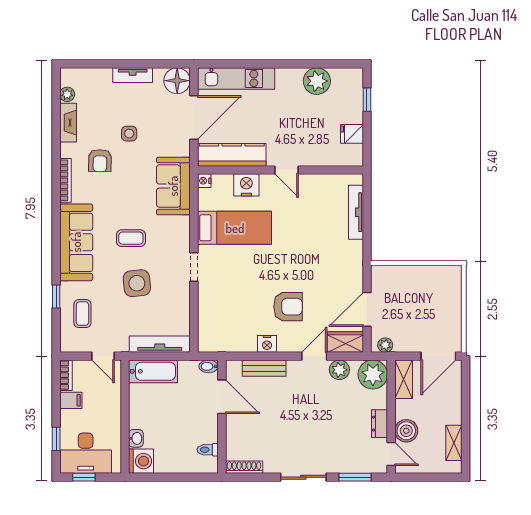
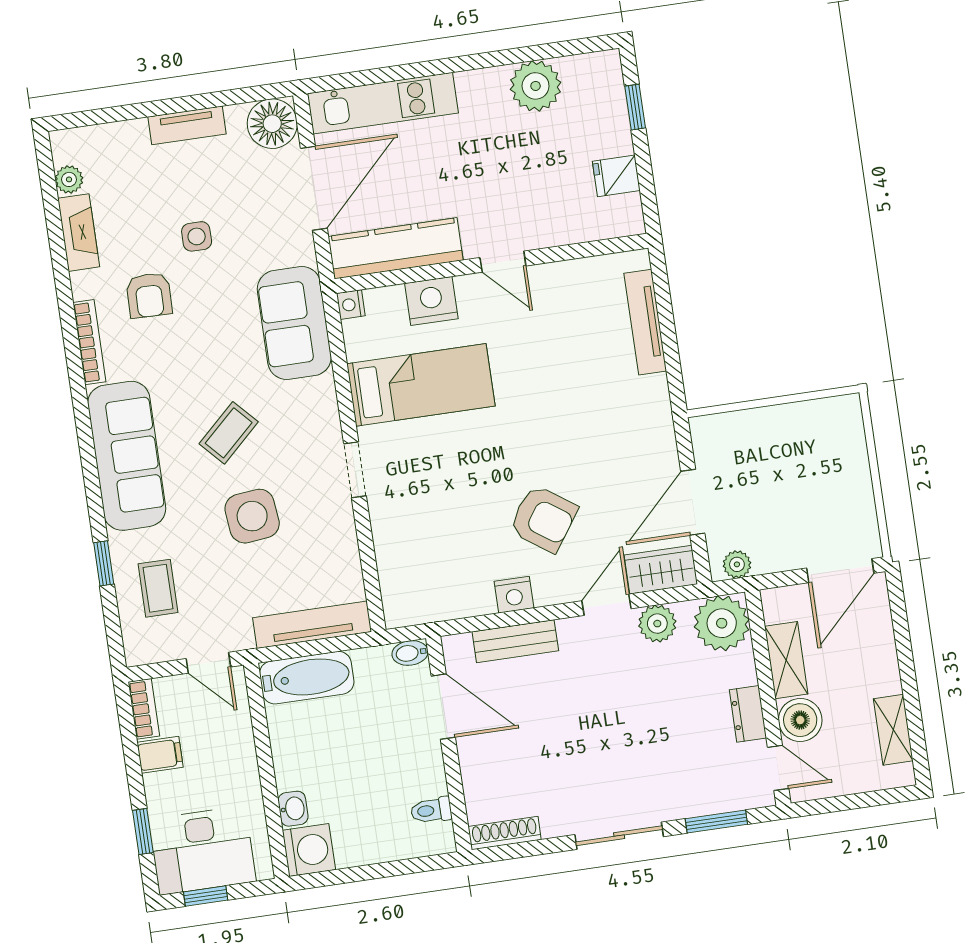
coffee table: (131, 238) -> (229, 433), turned -43
armchair: (288, 307) -> (543, 519), turned 35
shelving: (404, 379) -> (786, 660), moved

